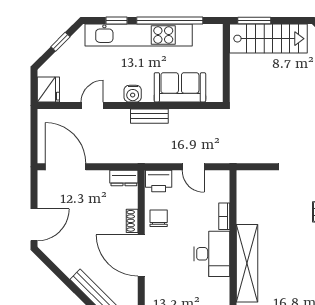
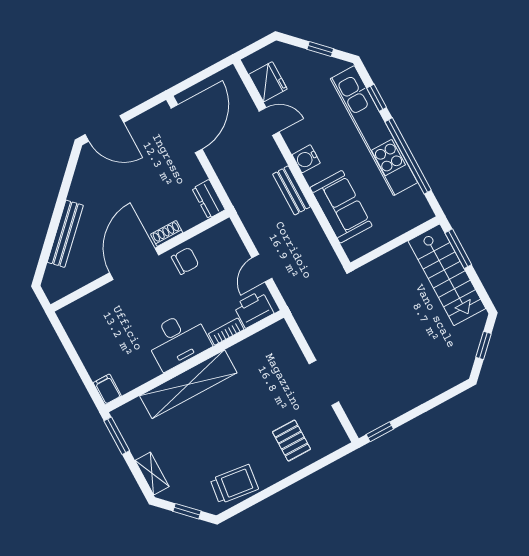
fridge: (48, 90) -> (268, 82), moved, turned -90
printer: (159, 181) -> (254, 309), moved, turned 90

